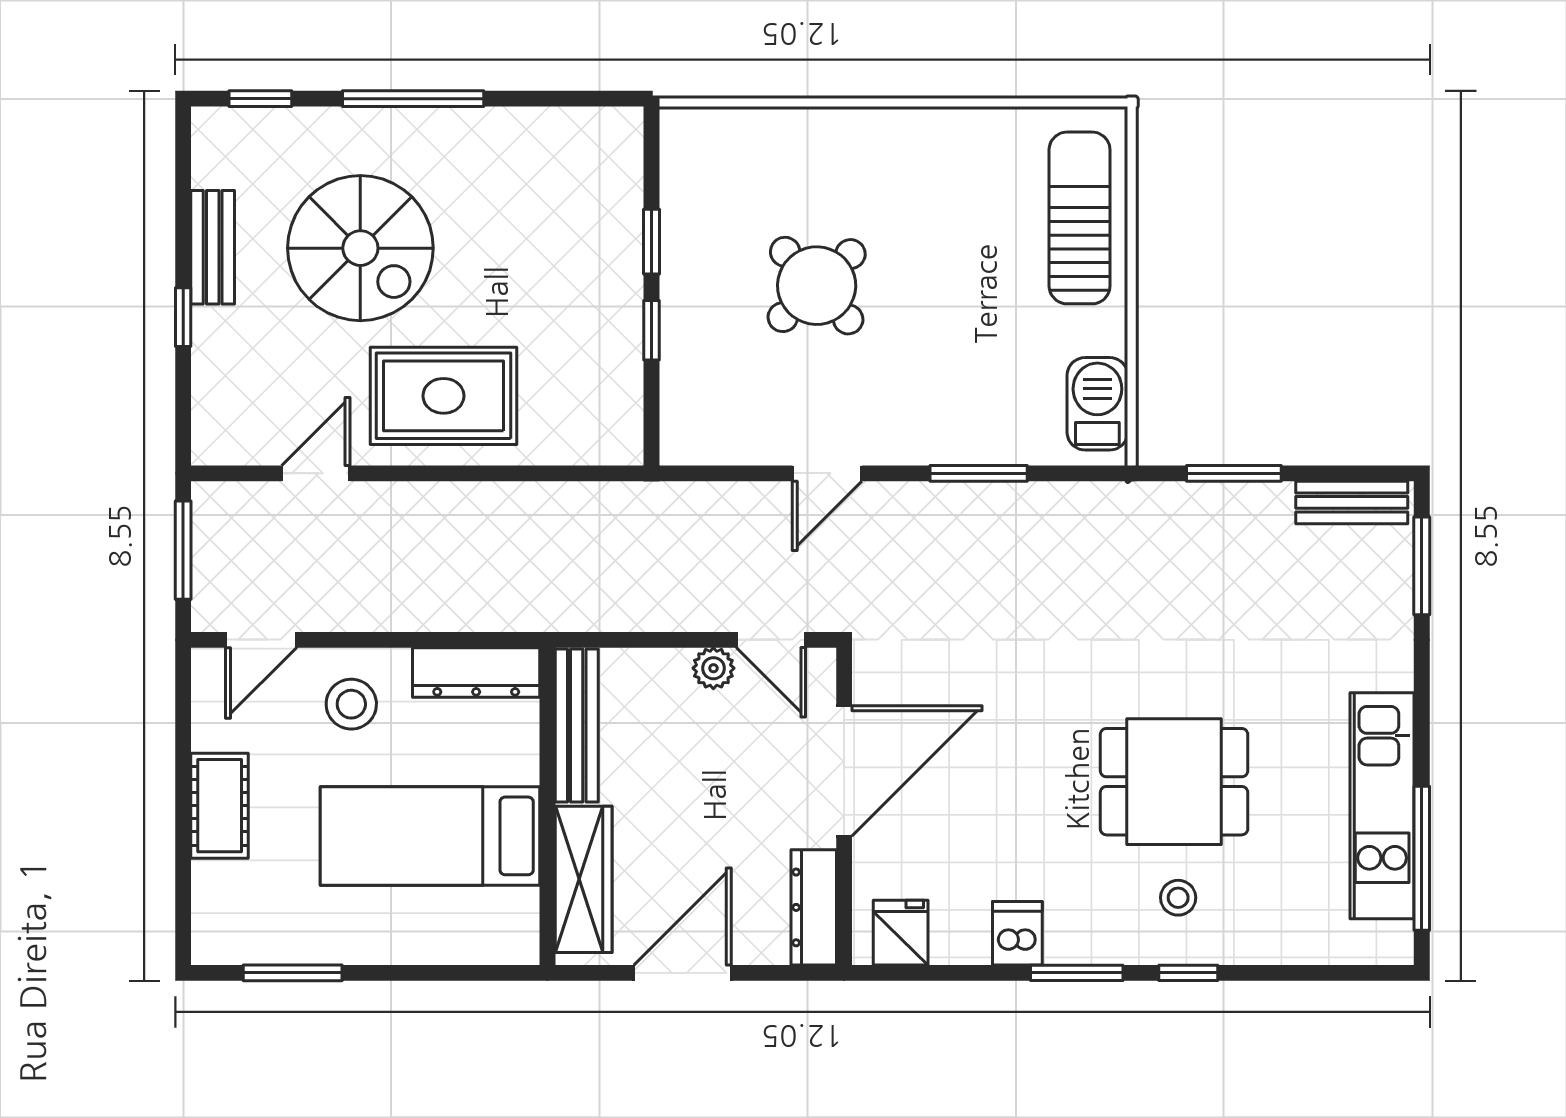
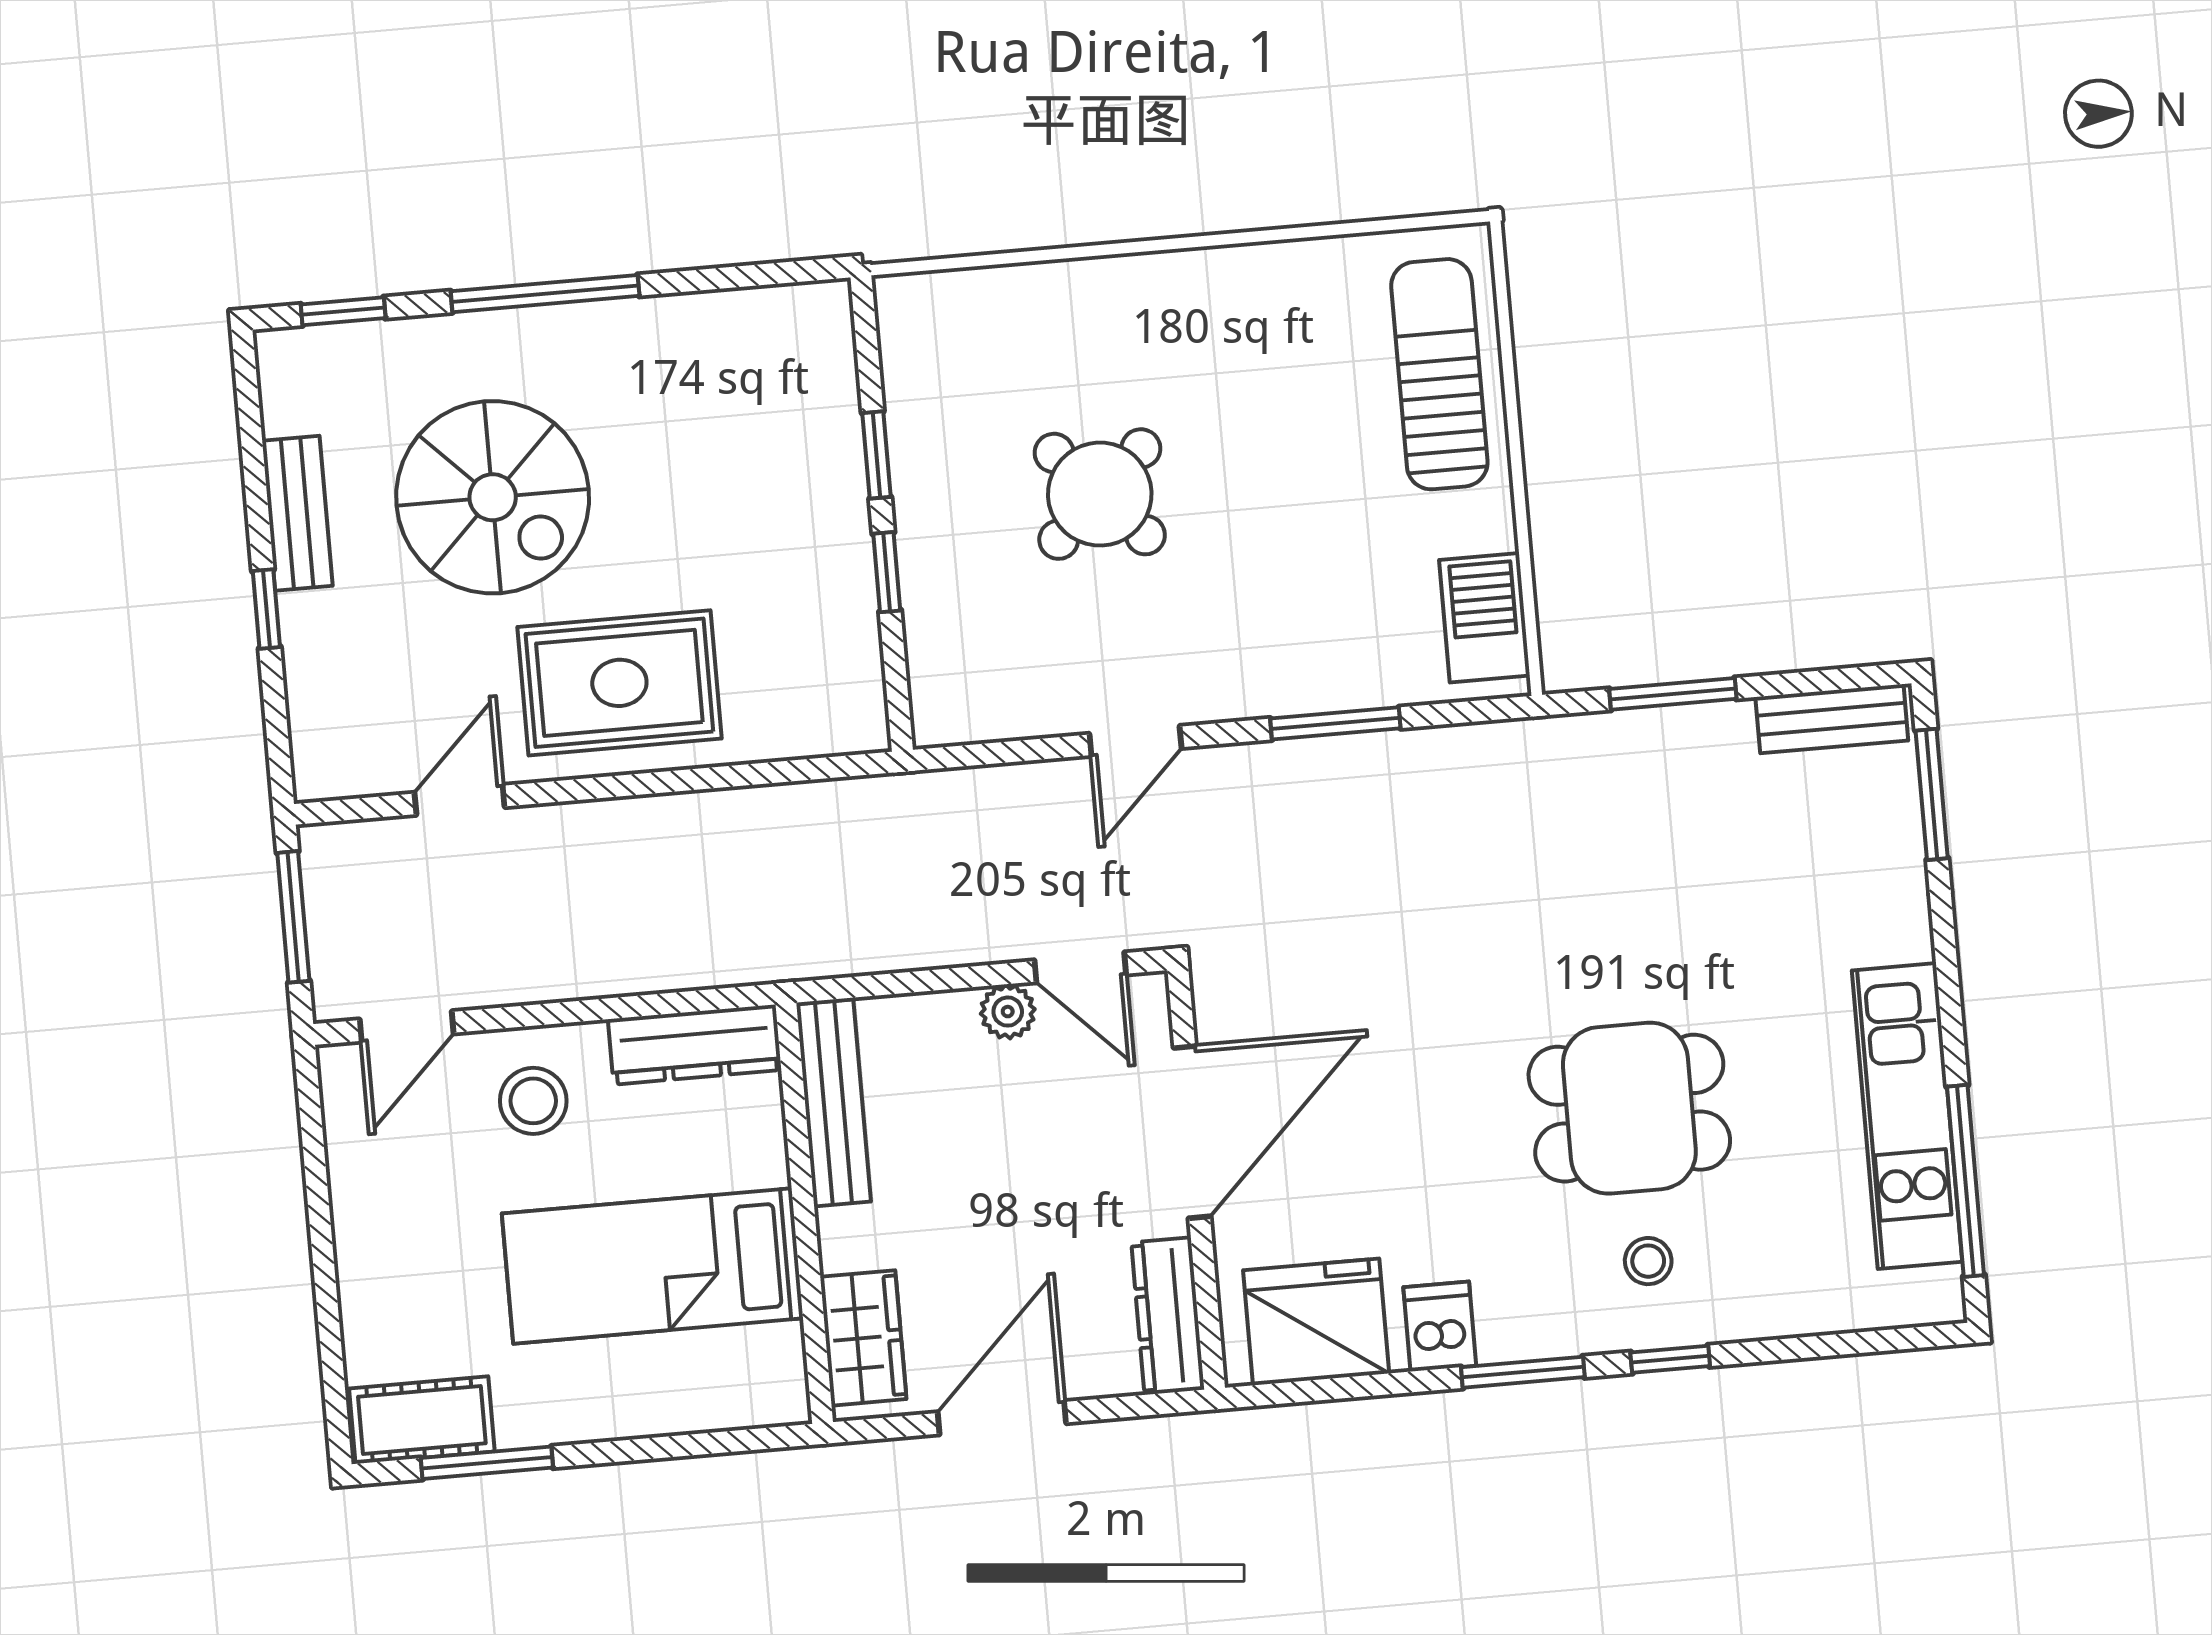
cot: (220, 806) -> (422, 1420), moved, turned 90
wardrobe: (584, 879) -> (863, 1338), width x0.67
fridge: (901, 933) -> (1316, 1322), width x1.88, depth x1.34

